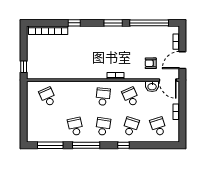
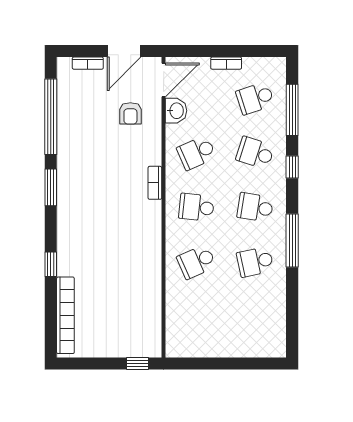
door: (182, 60) -> (124, 51), hinge flipped
school desk: (48, 97) -> (196, 262), moved
window: (50, 145) -> (292, 110), moved

